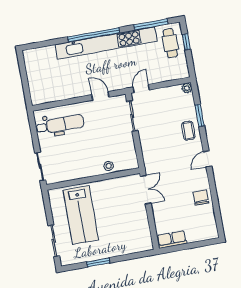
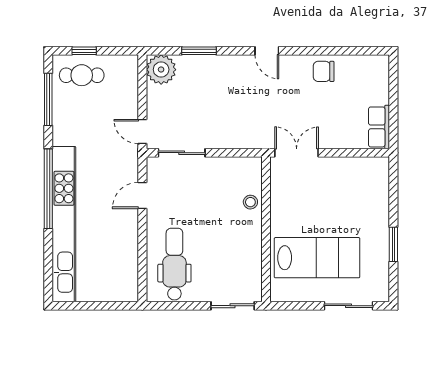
kitchen unit: (106, 43) -> (64, 224), moved
plant: (187, 88) -> (161, 70), width x1.87, depth x1.87
coffee table: (188, 131) -> (219, 72), removed

